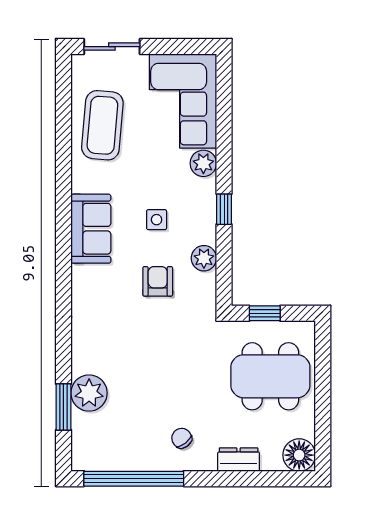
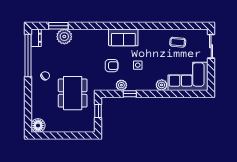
coffee table: (102, 125) -> (178, 42), width x0.54, depth x0.58
window: (224, 209) -> (130, 94), moved
sofa: (91, 229) -> (123, 37), moved
dining table: (270, 376) -> (73, 93), moved
dresser: (239, 460) -> (36, 38), moved

